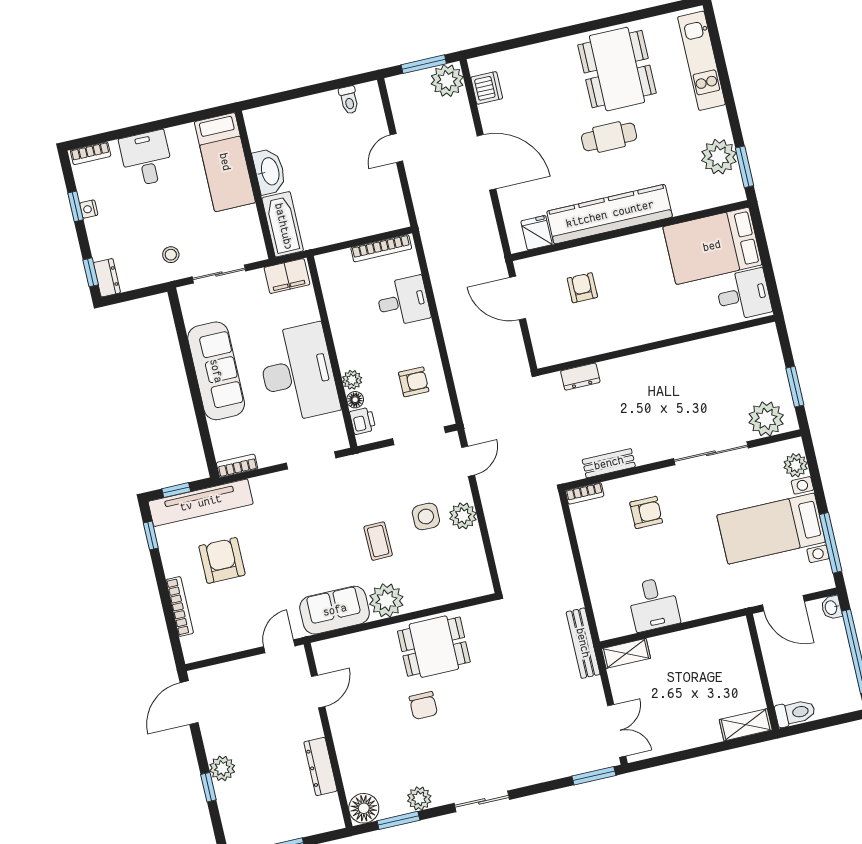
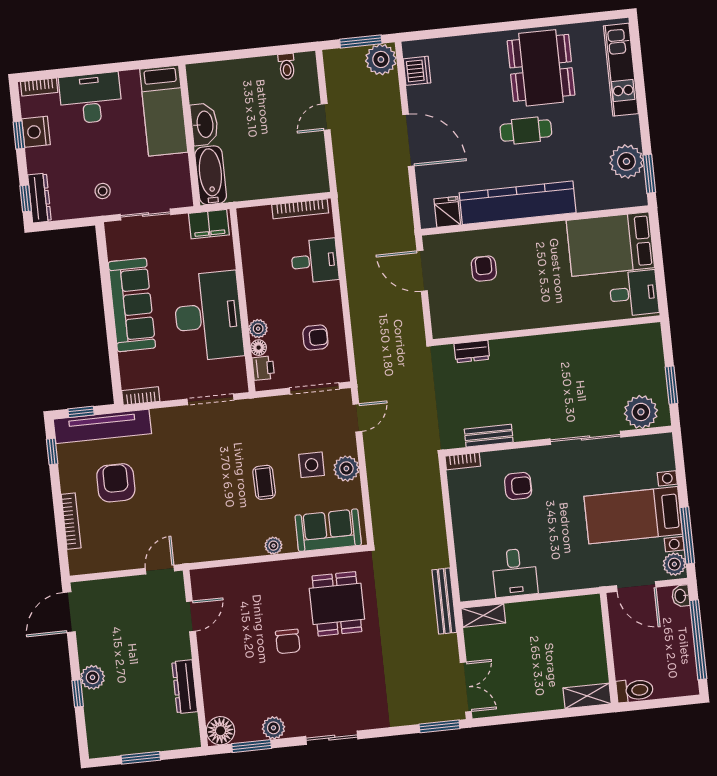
desk: (146, 158) -> (91, 98), width x1.37
nightstand: (89, 209) -> (36, 132), width x1.89, depth x1.79
dresser: (107, 278) -> (39, 198), width x1.44
plant: (796, 465) -> (674, 564), moved
plant: (386, 600) -> (273, 546), width x0.53, depth x0.53
sofa: (335, 610) -> (328, 530), moved
dining table: (434, 647) -> (337, 604), moved, turned 90

